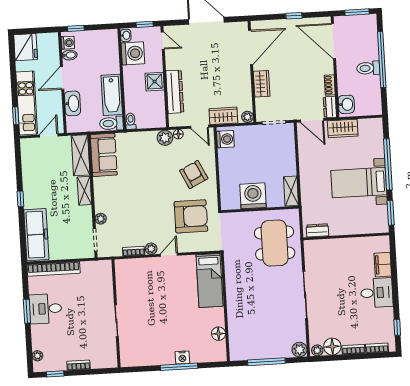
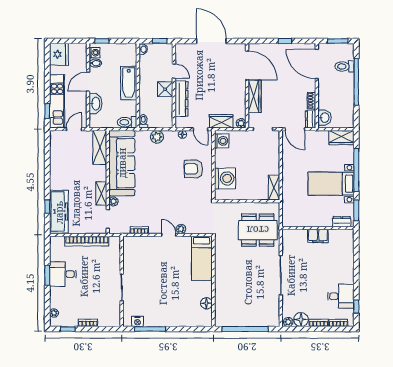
door: (163, 41) -> (174, 71), moved
door: (251, 47) -> (247, 65), hinge flipped
washing machine: (133, 53) -> (148, 65), removed
toilet: (368, 68) -> (344, 66), moved
wardrobe: (262, 84) -> (255, 96), width x1.50
bathtub: (112, 95) -> (129, 83), moved
wardrobe: (343, 128) -> (342, 138), moved
plant: (165, 138) -> (157, 137), moved
sofa: (104, 155) -> (122, 163), width x1.85, depth x1.27
armchair: (194, 174) -> (193, 169), turned -64
shelving: (84, 191) -> (101, 193), moved
washing machine: (253, 196) -> (225, 178), moved, turned 90
window: (20, 199) -> (47, 207), moved
armchair: (191, 216) -> (189, 204), removed
dresser: (317, 230) -> (342, 222), moved
dining table: (275, 243) -> (258, 230), turned 90
plant: (151, 249) -> (181, 229), moved
door: (169, 255) -> (169, 235), hinge flipped
filing cabinet: (383, 265) -> (318, 236), moved, turned -90
bookcase: (54, 269) -> (87, 241), moved
desk: (377, 293) -> (341, 296), moved
plant: (299, 350) -> (273, 320), removed
nightstand: (182, 357) -> (137, 321), moved
window: (266, 362) -> (245, 329), width x1.46
window: (179, 367) -> (150, 329), moved

